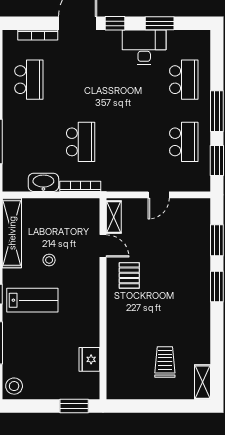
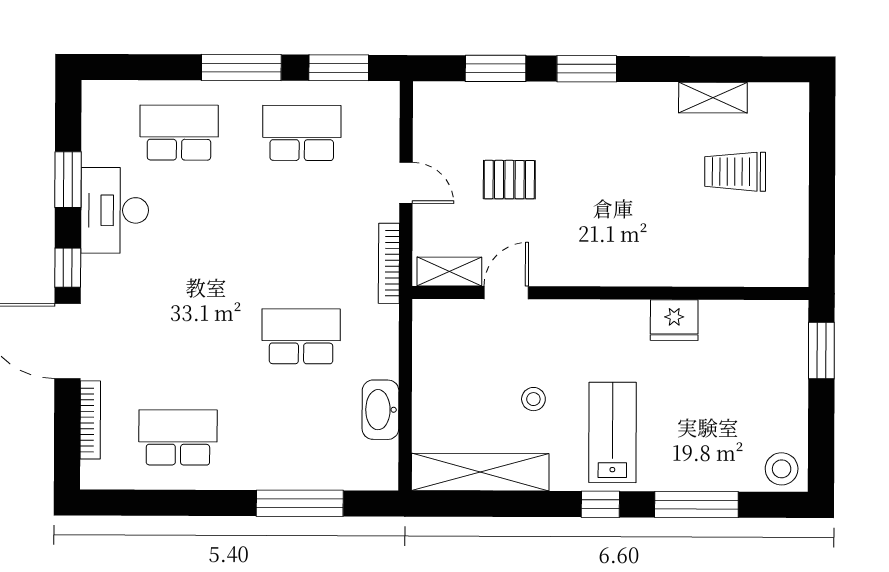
bookcase: (80, 186) -> (389, 263), moved
pallet: (129, 275) -> (509, 180), moved
fridge: (89, 359) -> (674, 320), moved
shelving: (202, 382) -> (713, 98), moved

